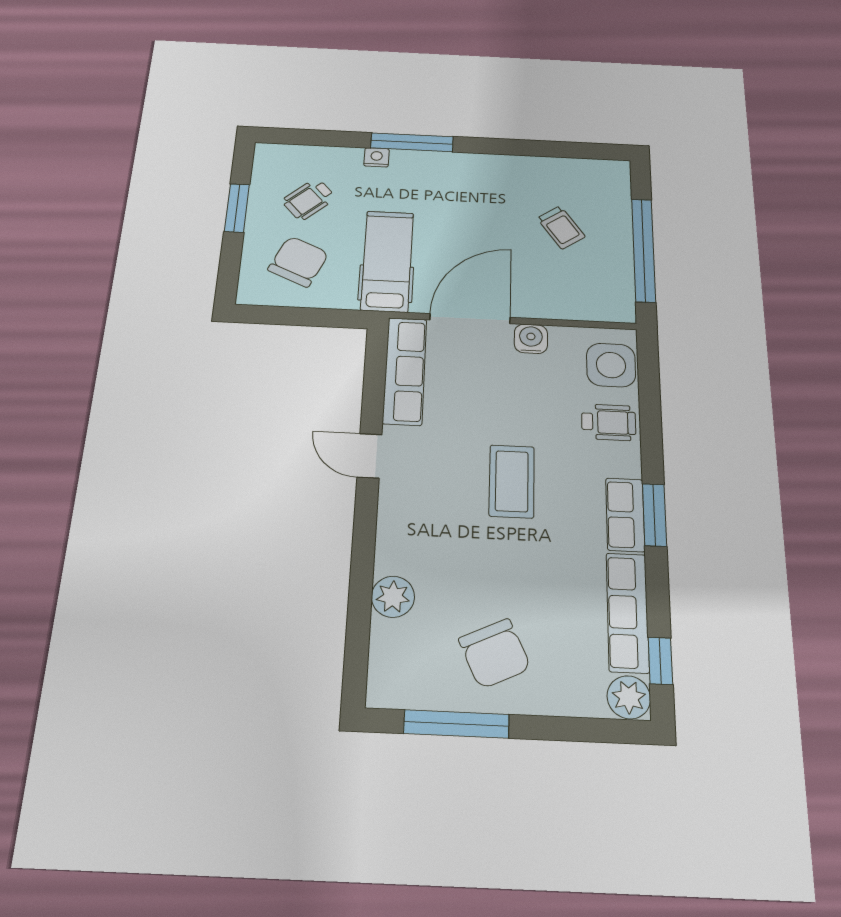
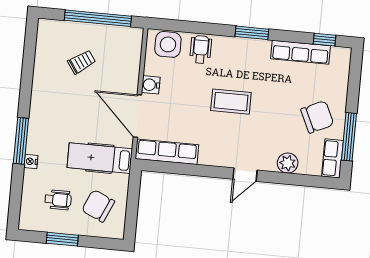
wheelchair: (309, 199) -> (58, 200), turned -48
door: (369, 456) -> (245, 175), moved
row of seats: (625, 515) -> (332, 158), moved, turned 90
plant: (629, 697) -> (341, 57), removed

